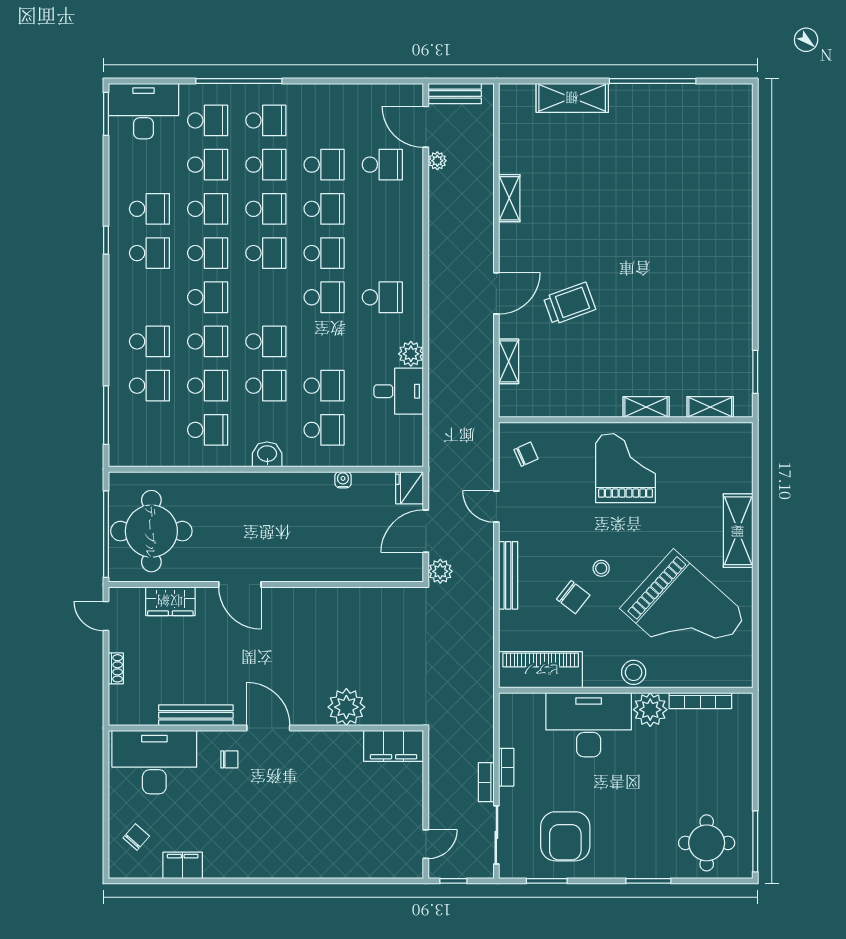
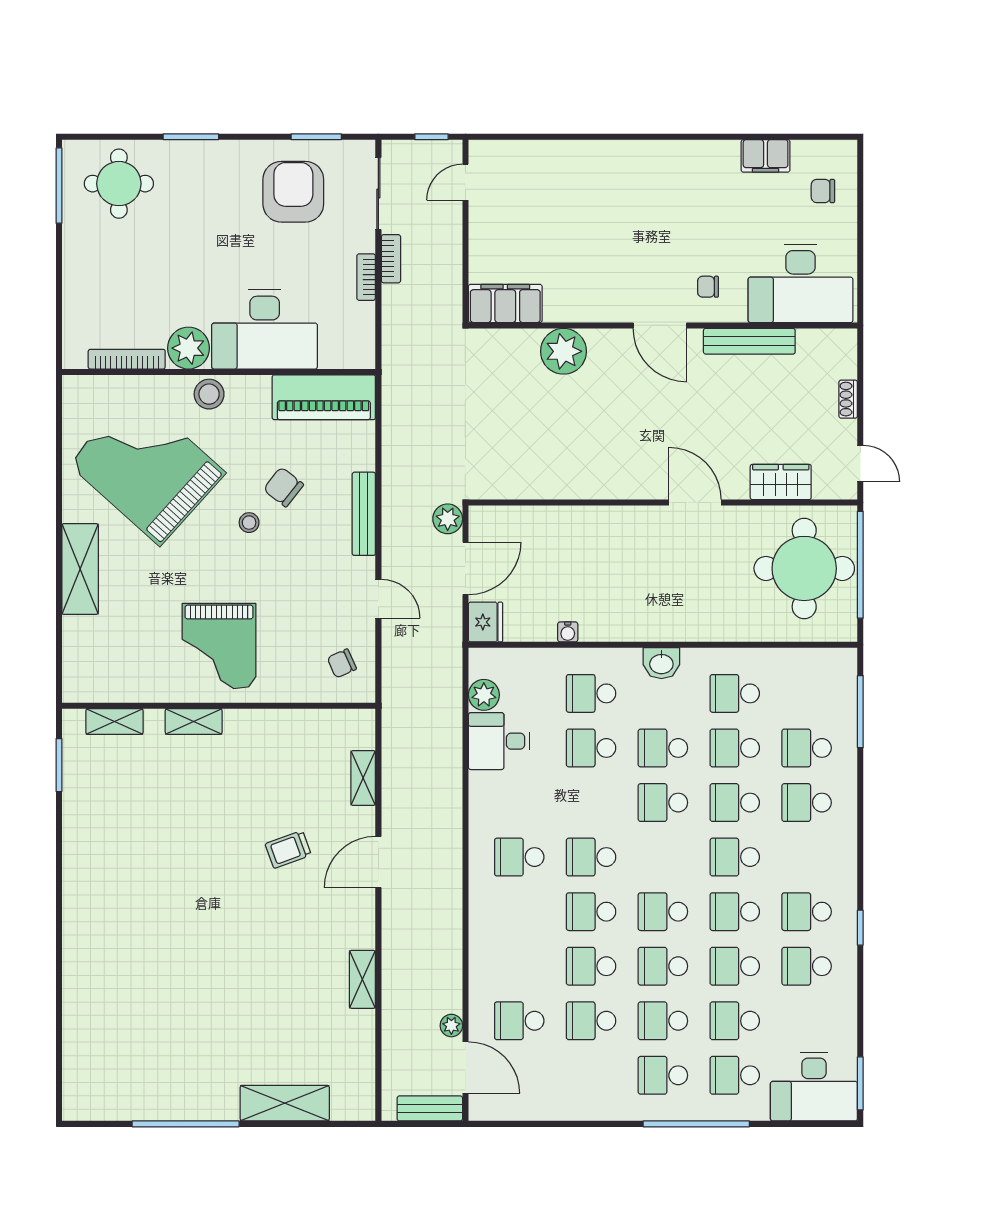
trolley: (569, 303) -> (288, 849), width x0.73, depth x0.72
plant: (411, 354) -> (484, 695), moved
chair: (136, 837) -> (823, 191), turned 49

